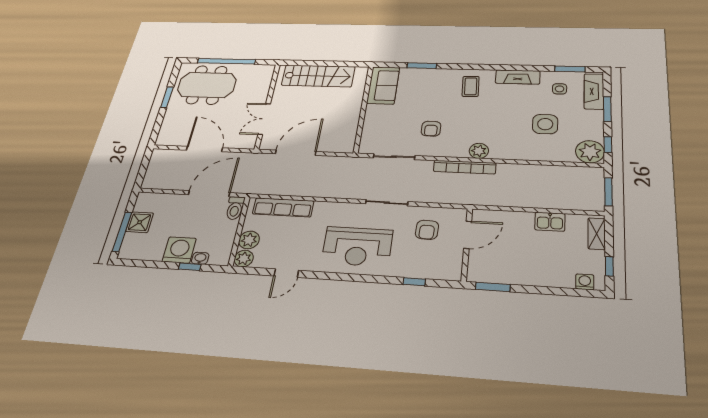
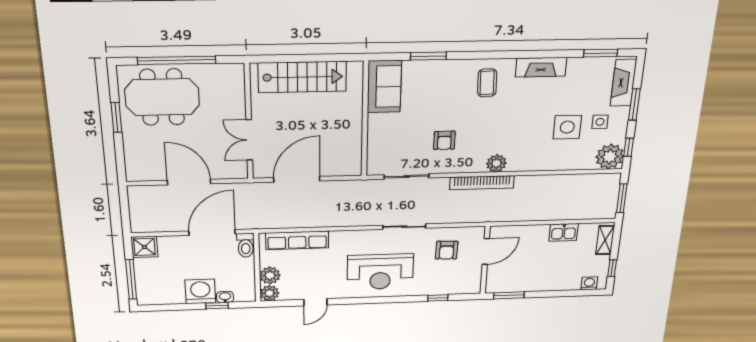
side table: (560, 89) -> (600, 122), moved
shower: (140, 222) -> (144, 247), moved

